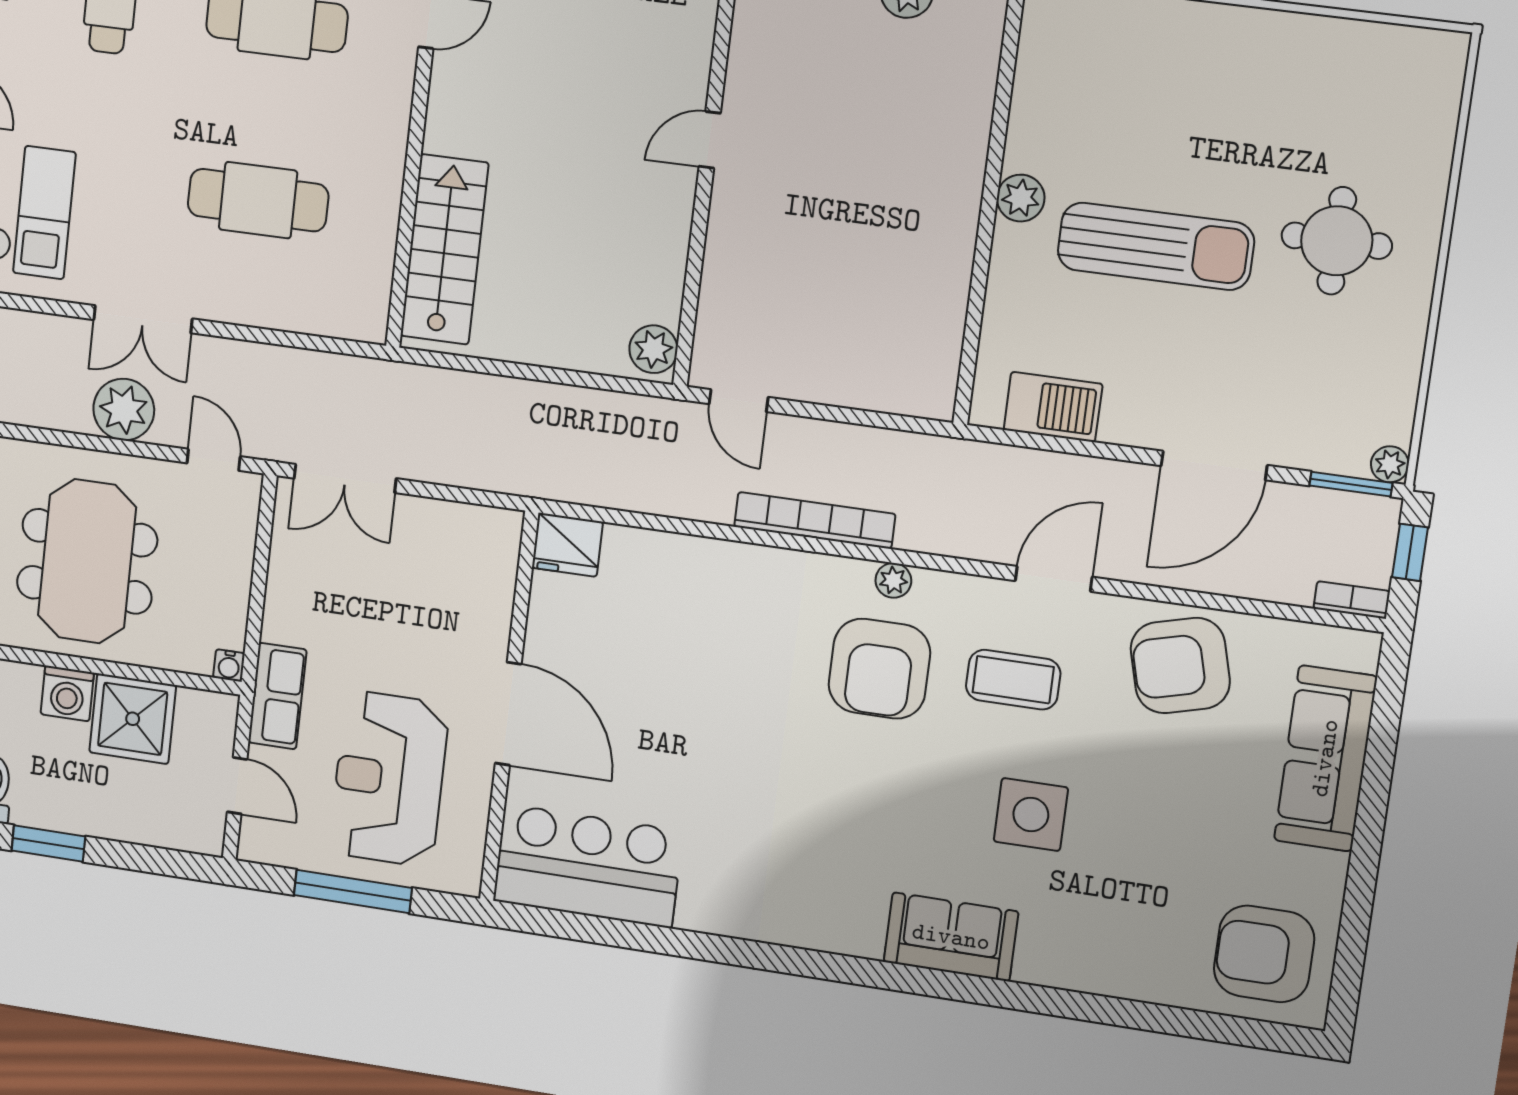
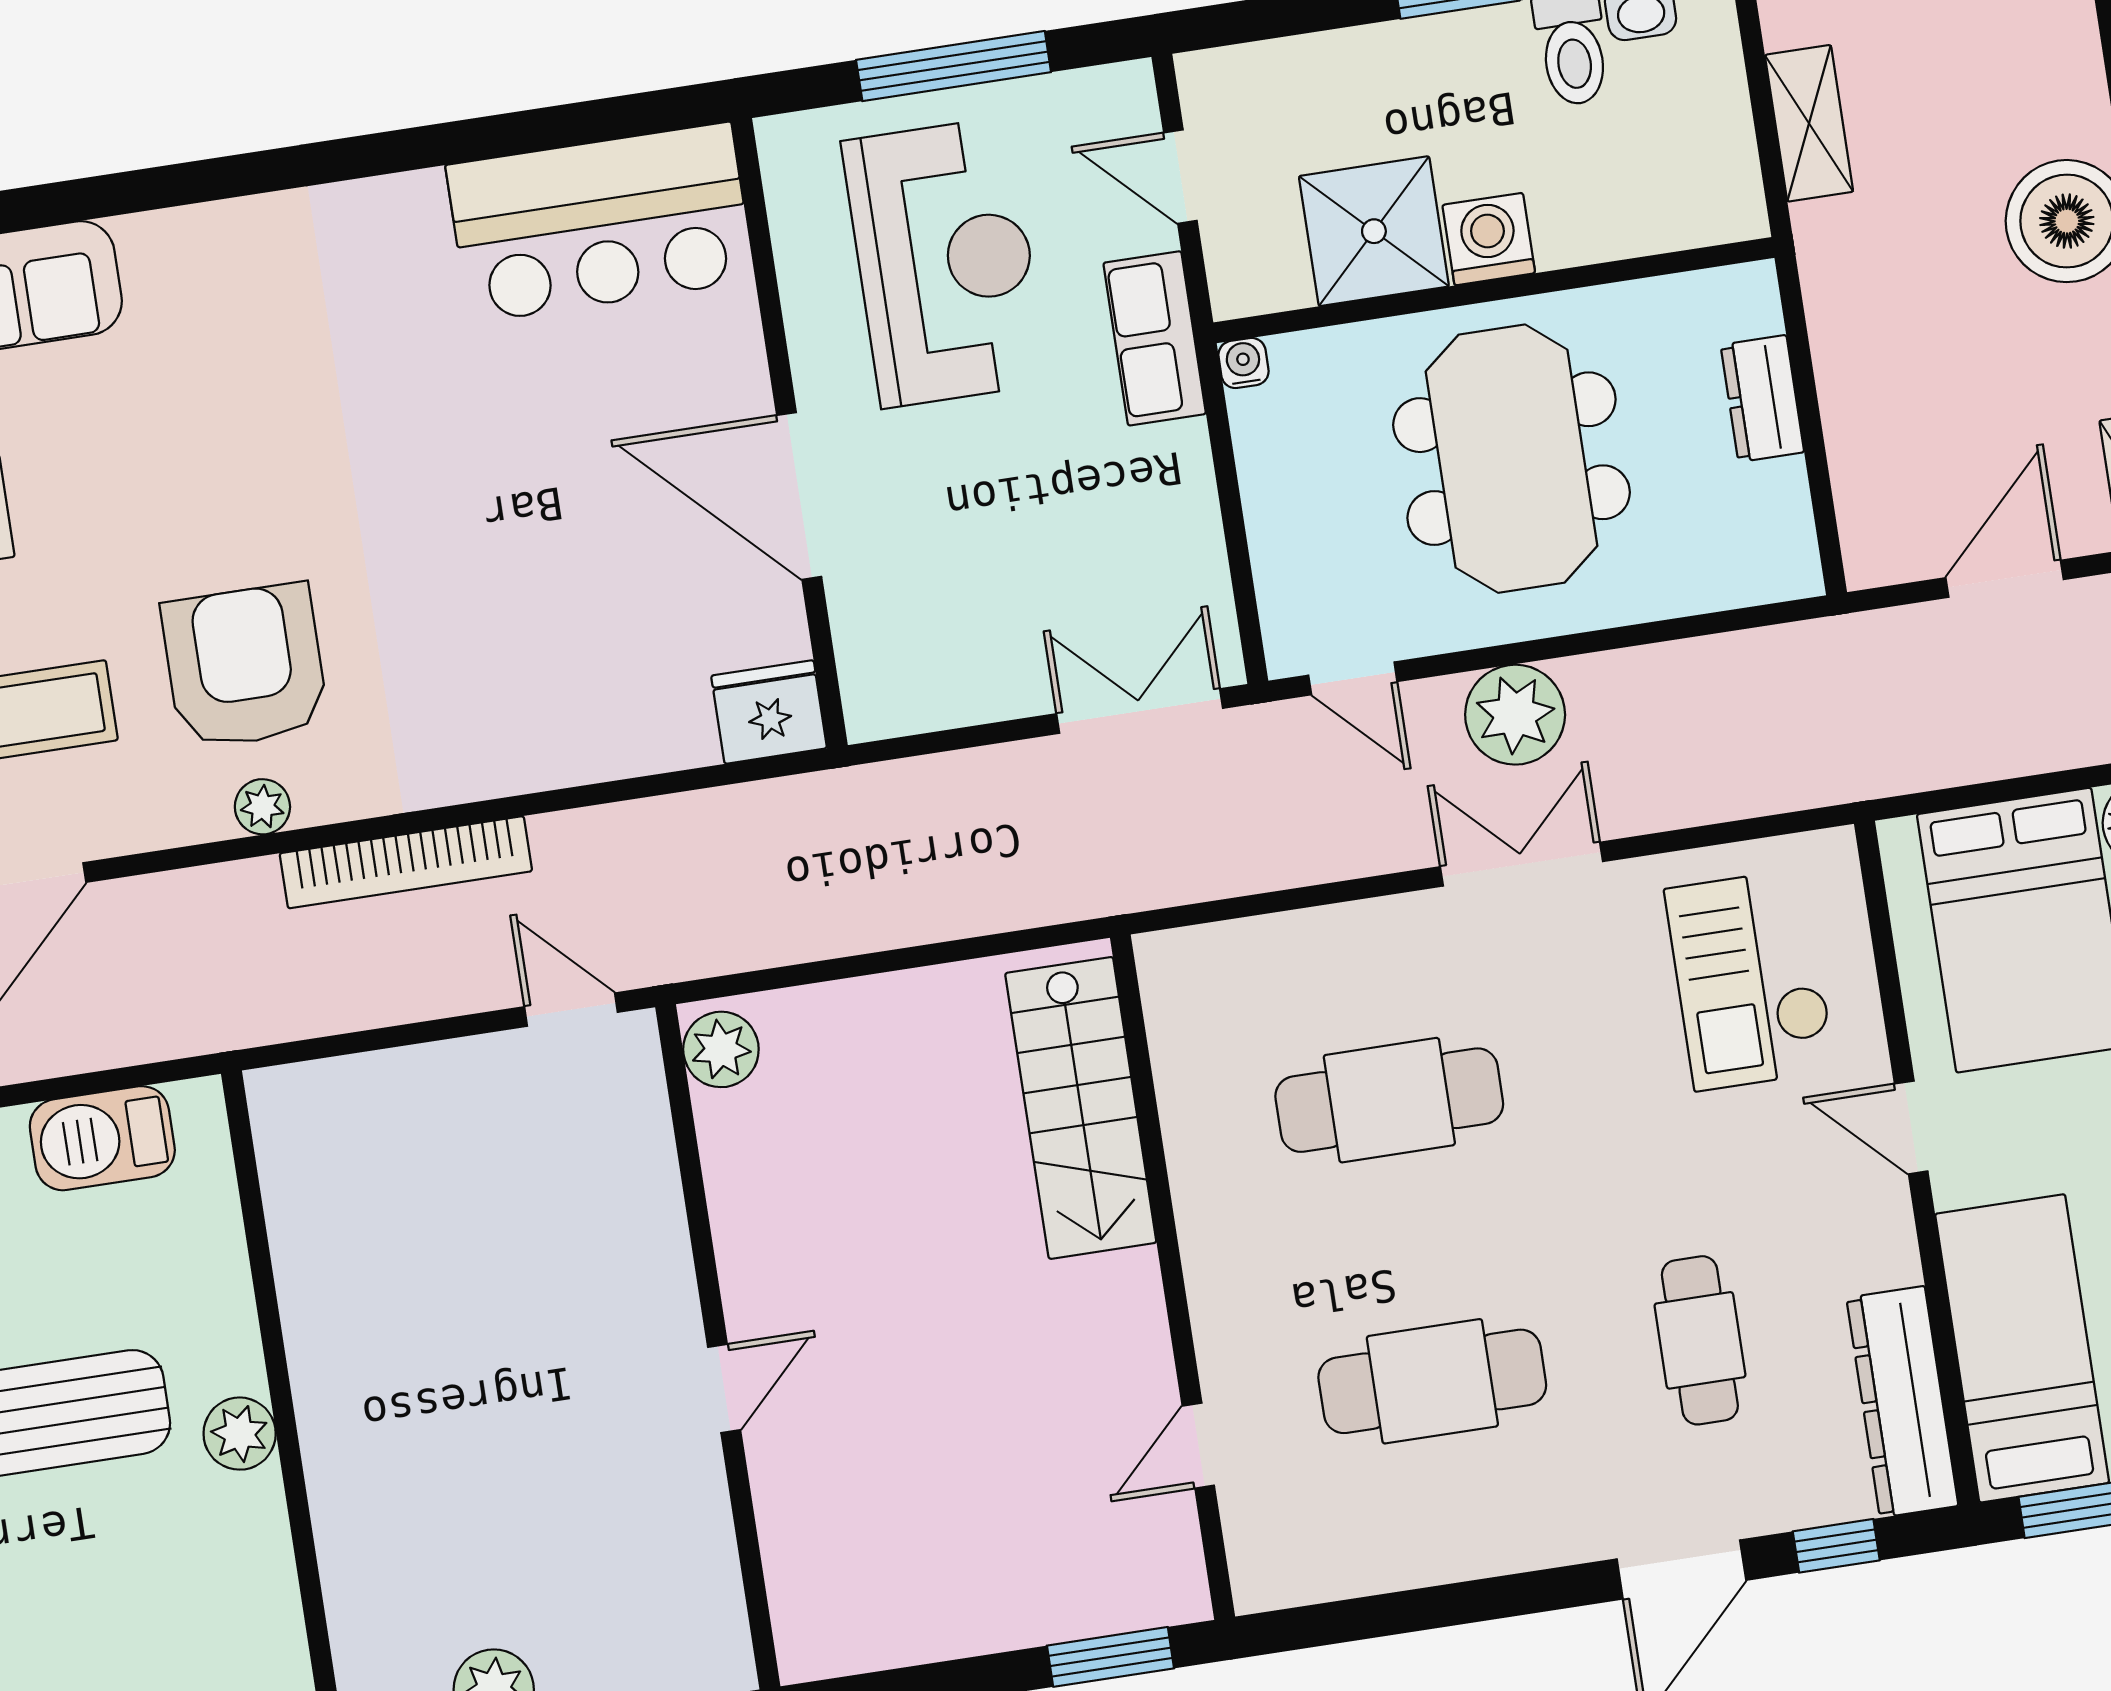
door: (508, 714) -> (799, 496), moved

